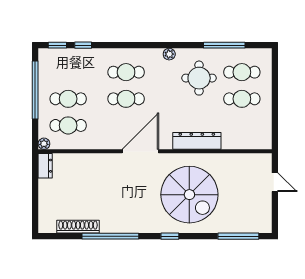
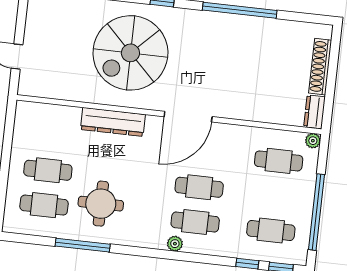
window: (224, 45) -> (83, 245), moved
plant: (169, 54) -> (175, 244), moved
cafe table: (68, 99) -> (271, 231), moved
spiral stairs: (189, 195) -> (130, 53), turned -90
shoe rack: (78, 227) -> (320, 67), moved, turned 90

